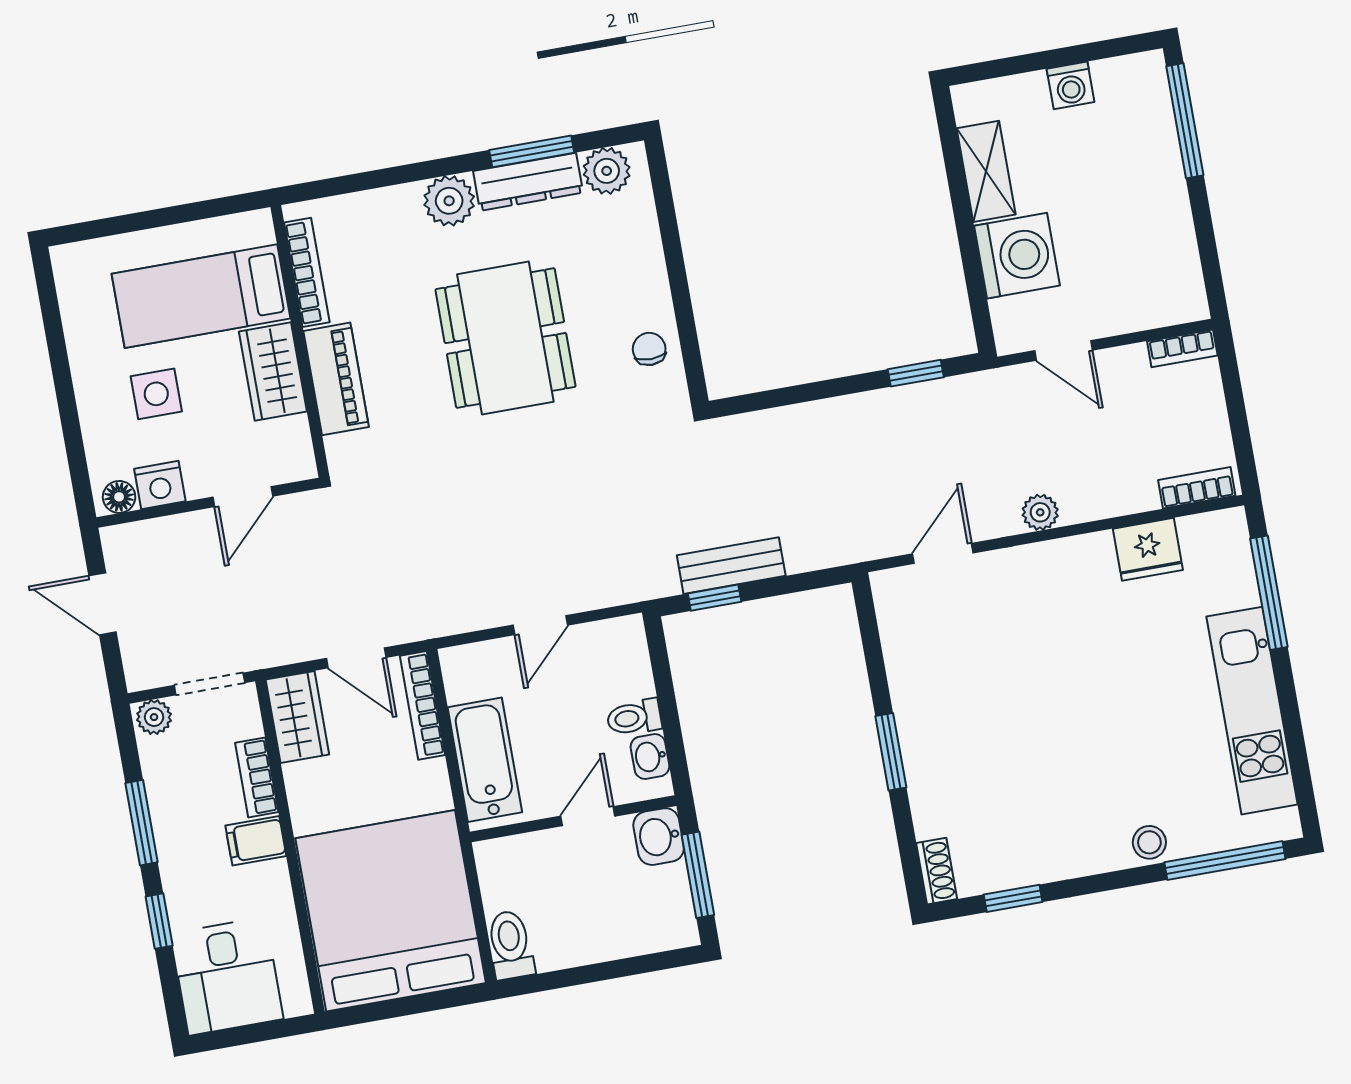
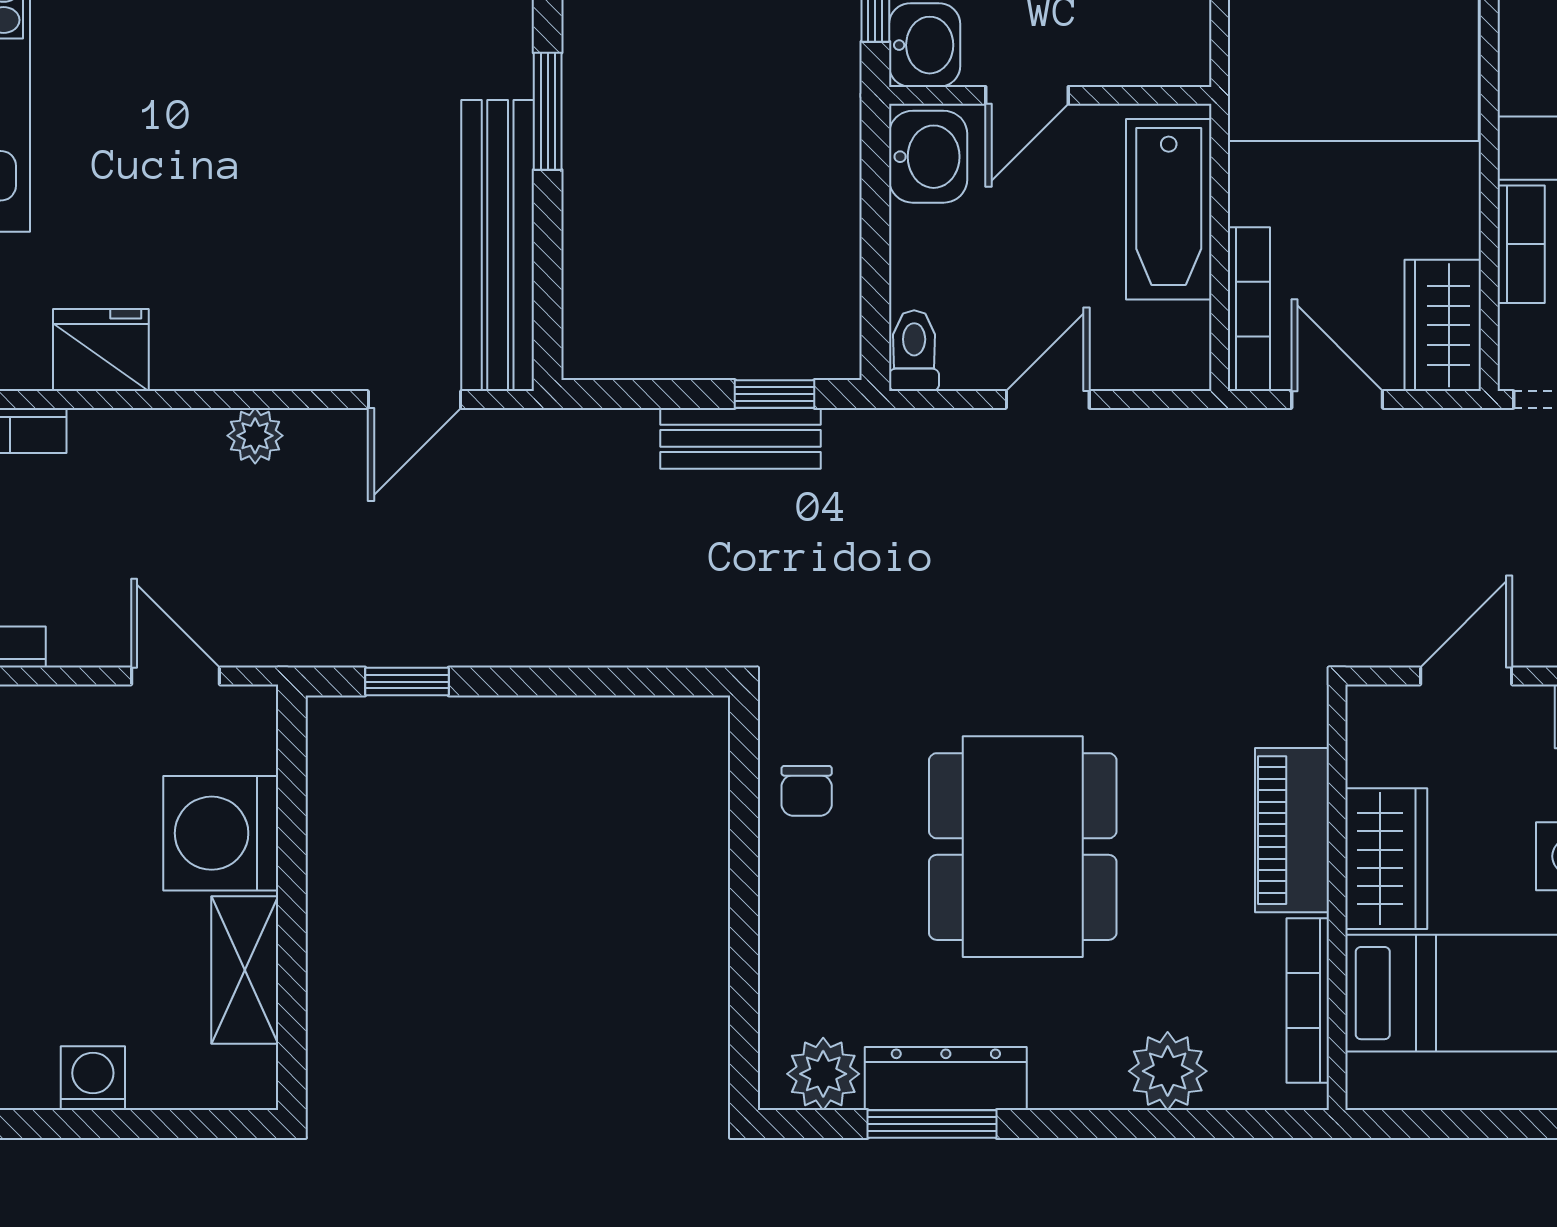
plant: (449, 201) -> (1168, 1071), moved
bench: (907, 661) -> (498, 246), added
toilet: (634, 717) -> (914, 351), moved, turned -90
washbasin: (650, 756) -> (928, 157), width x1.38, depth x1.45

